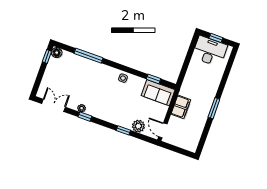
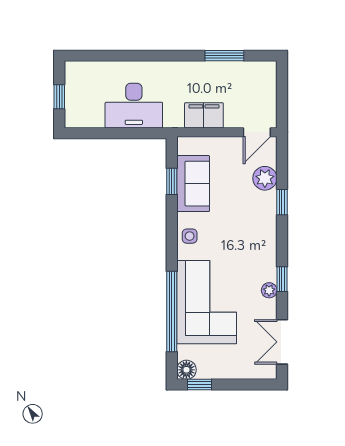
desk: (210, 51) -> (134, 106), moved, turned -90
window: (88, 56) -> (172, 311), width x1.46
corner sofa: (87, 75) -> (207, 302), added
sofa: (158, 93) -> (193, 184), moved
window: (214, 108) -> (224, 56), moved

